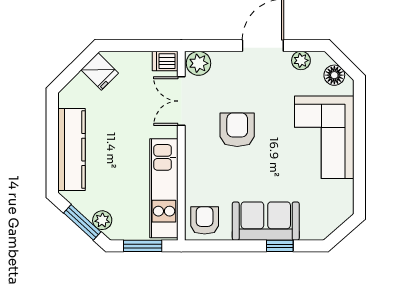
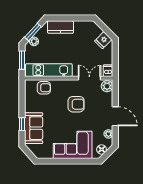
kitchen counter: (71, 150) -> (60, 27), width x0.67
armchair: (205, 220) -> (44, 88), moved
sofa: (266, 221) -> (34, 128), moved

